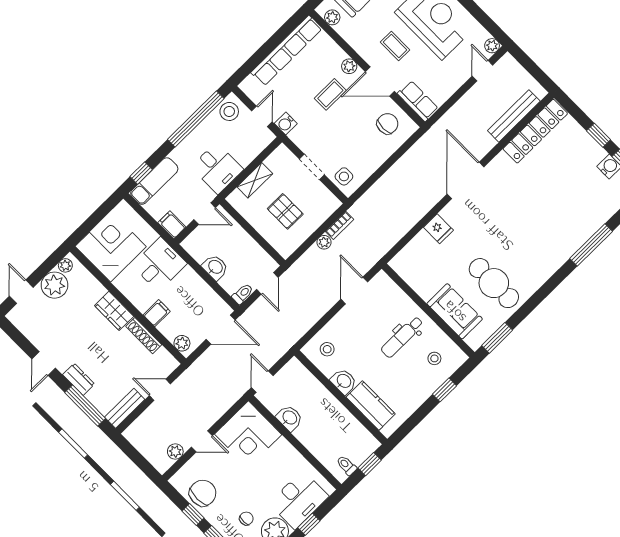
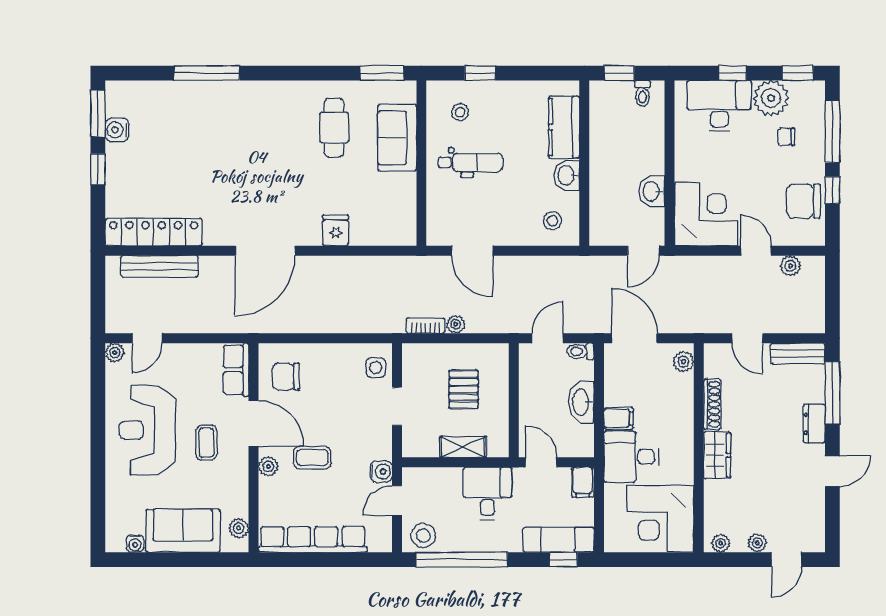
washbasin: (215, 267) -> (581, 402), width x1.38
cafe table: (494, 283) -> (334, 128), width x0.73, depth x0.74
plant: (54, 285) -> (757, 543), width x0.53, depth x0.53
door: (354, 291) -> (472, 251), hinge flipped
filing cabinet: (157, 313) -> (618, 418), moved, turned 180

